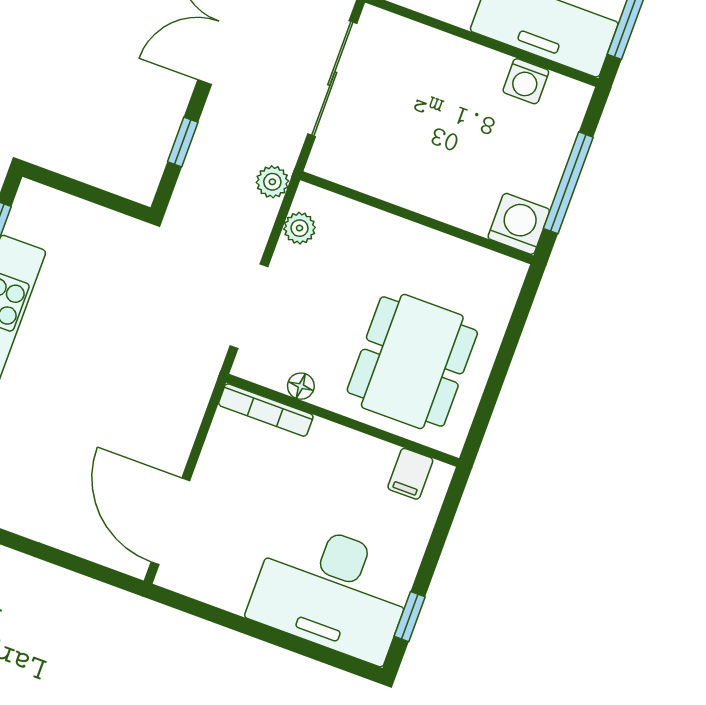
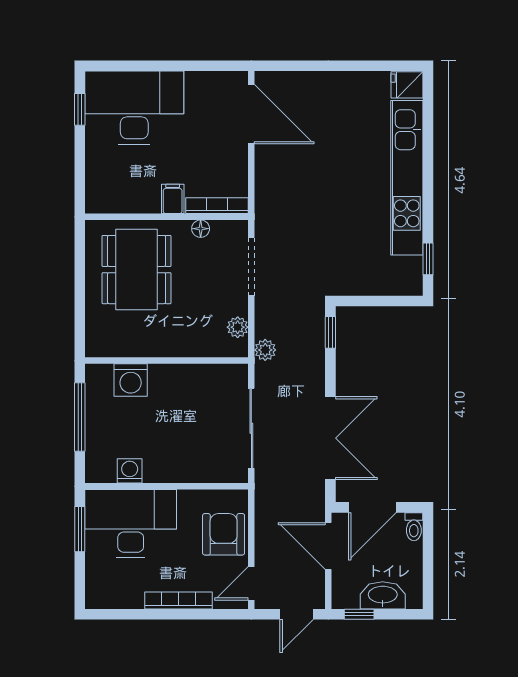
window: (183, 142) -> (330, 332), moved
washing machine: (519, 224) -> (131, 380), moved
filing cabinet: (410, 474) -> (173, 199), moved

